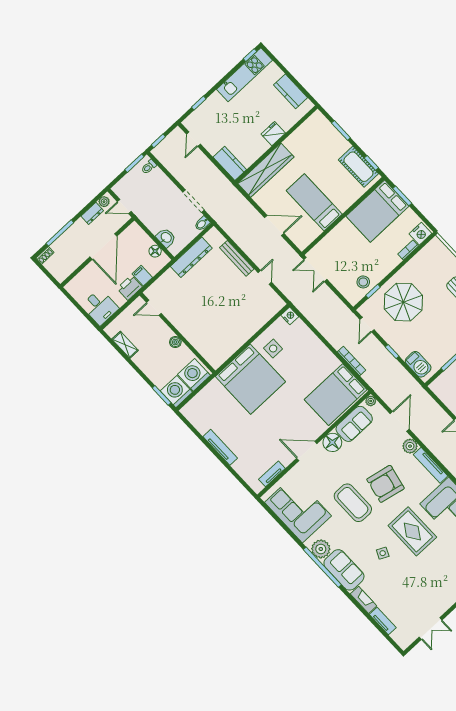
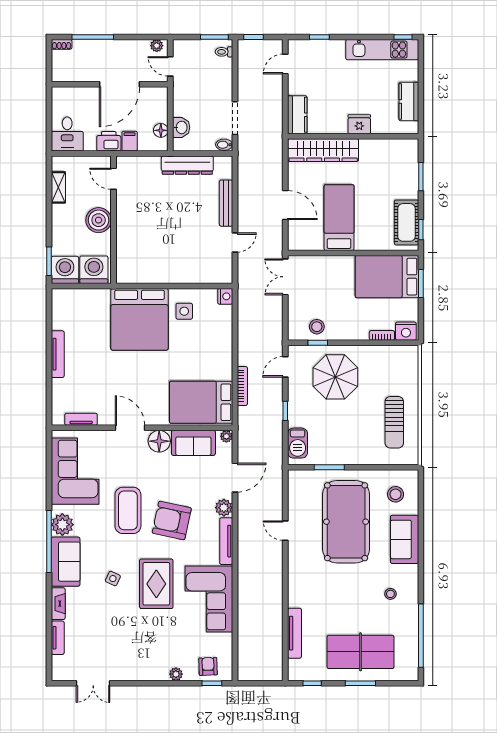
dresser: (92, 213) -> (137, 46), removed
boiler: (175, 342) -> (99, 220), width x1.86, depth x1.86

